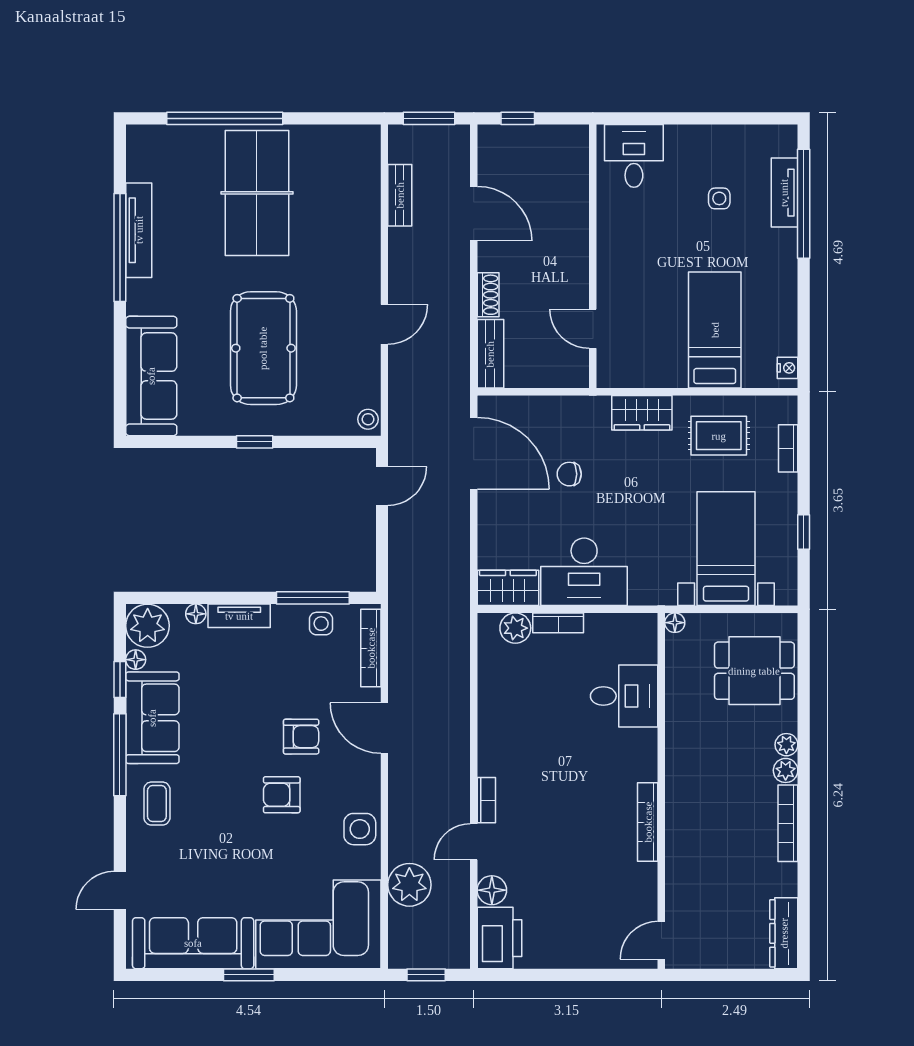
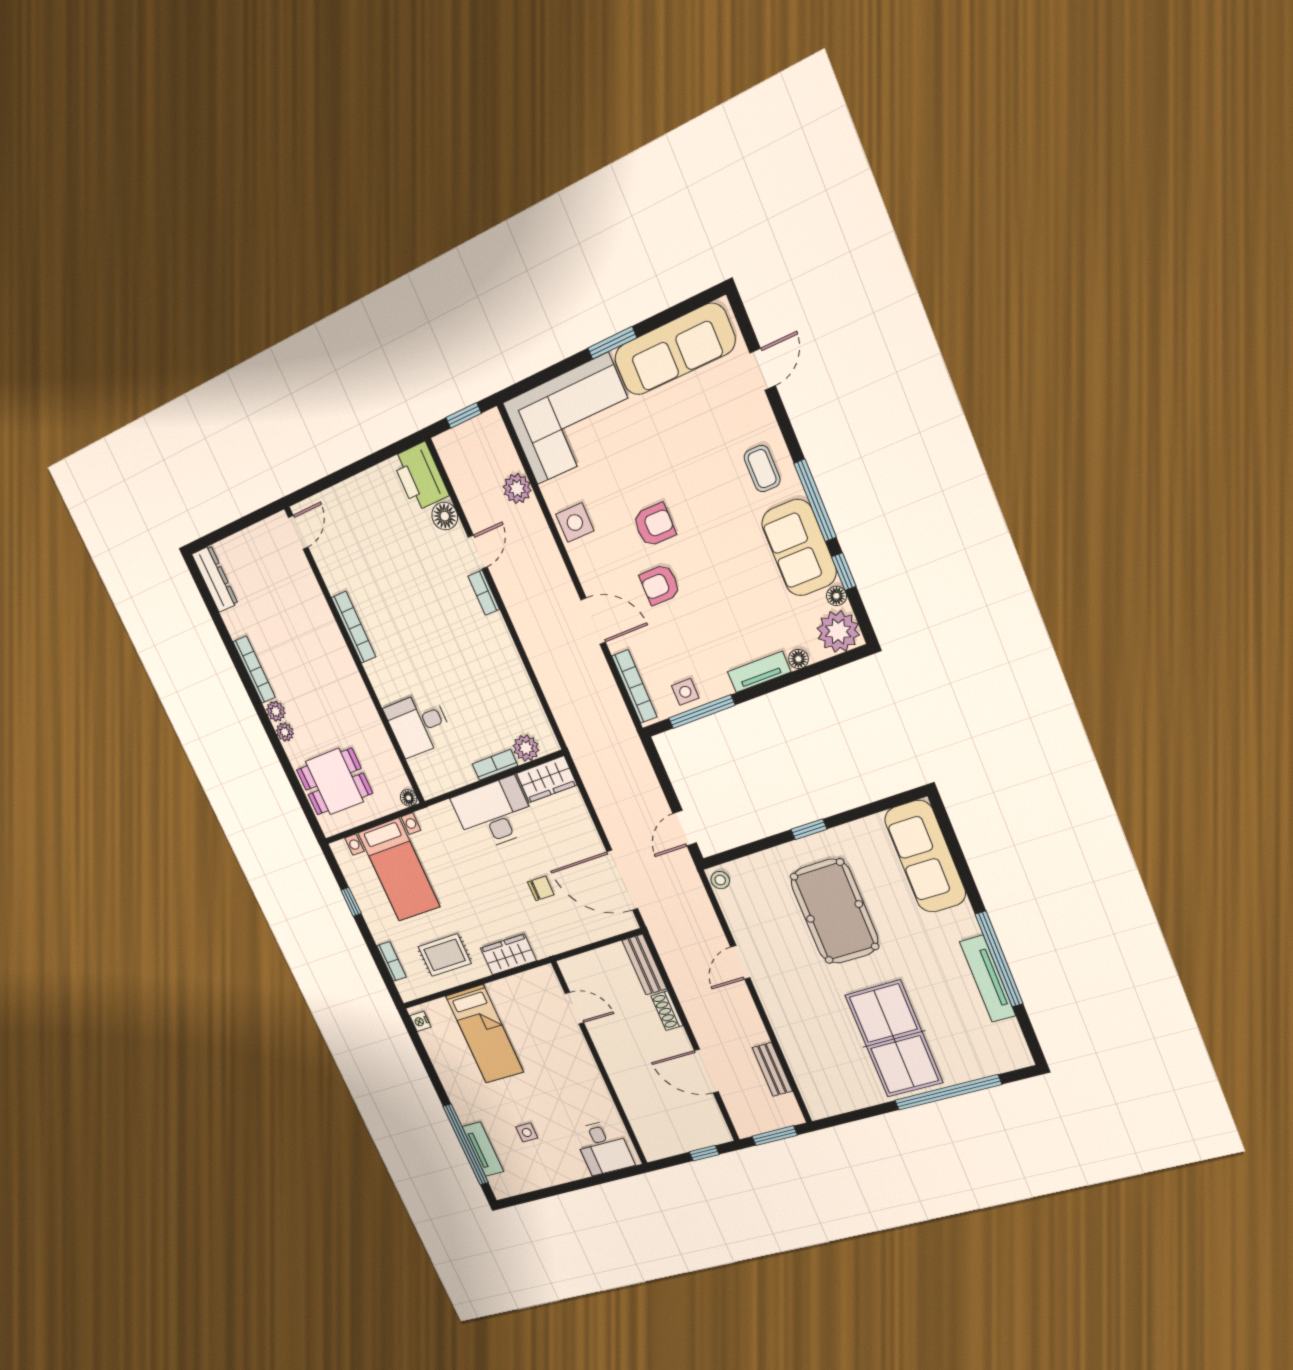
plant: (409, 885) -> (517, 489), width x0.73, depth x0.73

